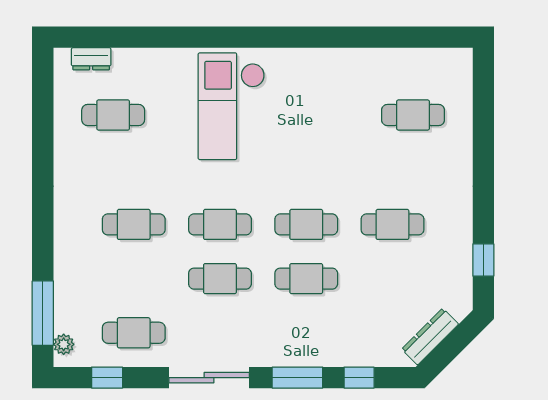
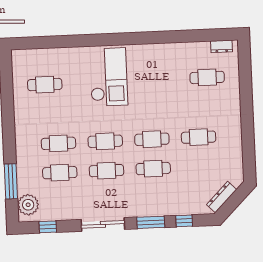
dresser: (91, 59) -> (222, 46), moved
checkout: (231, 106) -> (109, 77), turned 180
window: (483, 260) -> (249, 154), removed
window: (43, 313) -> (11, 181), moved
cafe table: (134, 333) -> (60, 173), moved
plant: (64, 344) -> (28, 205), width x1.87, depth x1.87

